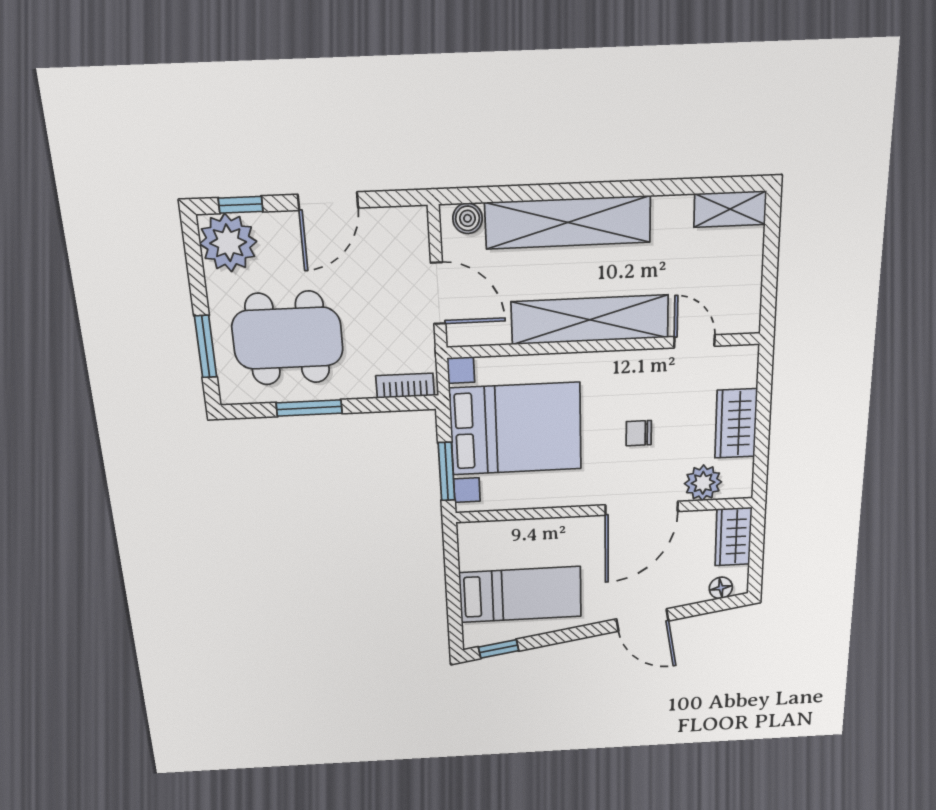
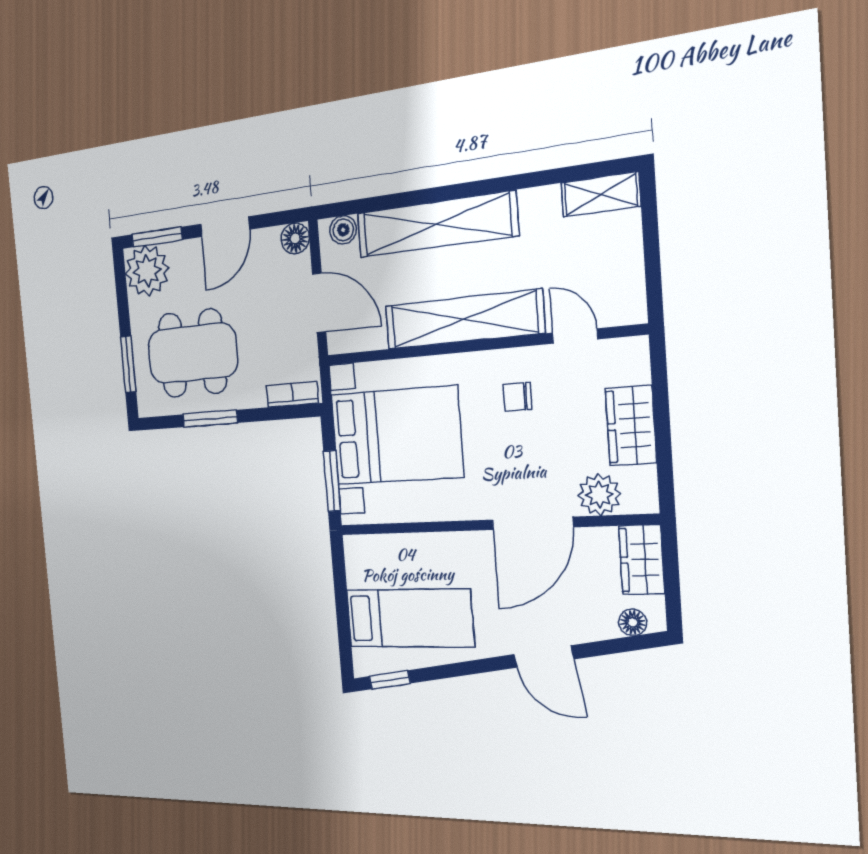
window: (241, 205) -> (157, 237), width x1.50
floor lamp: (412, 222) -> (295, 238), added
chair: (639, 433) -> (517, 397), moved

